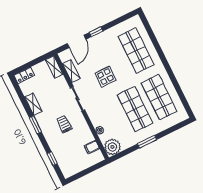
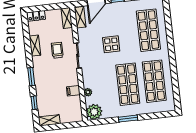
shelving: (71, 71) -> (80, 17), moved
trolley: (64, 124) -> (57, 50), moved
window: (35, 125) -> (31, 77), moved
filing cabinet: (92, 147) -> (73, 91), moved
shelving: (73, 170) -> (49, 120), added

